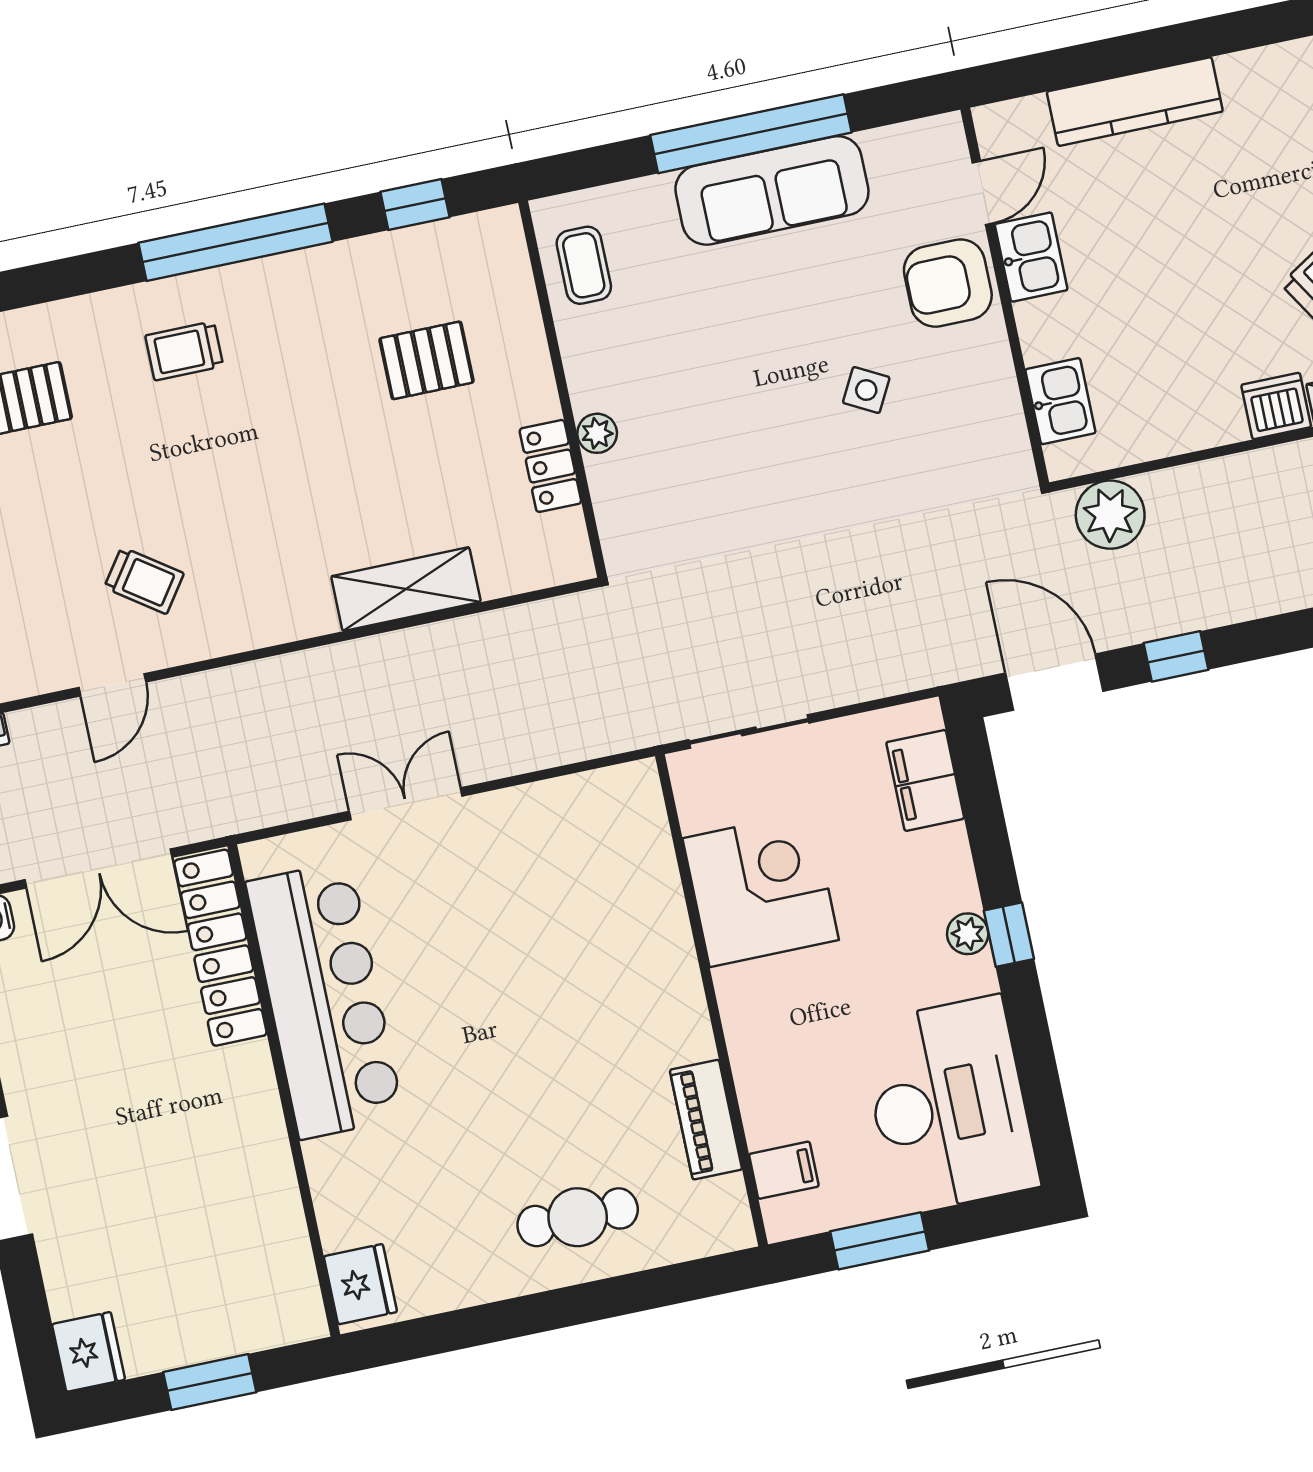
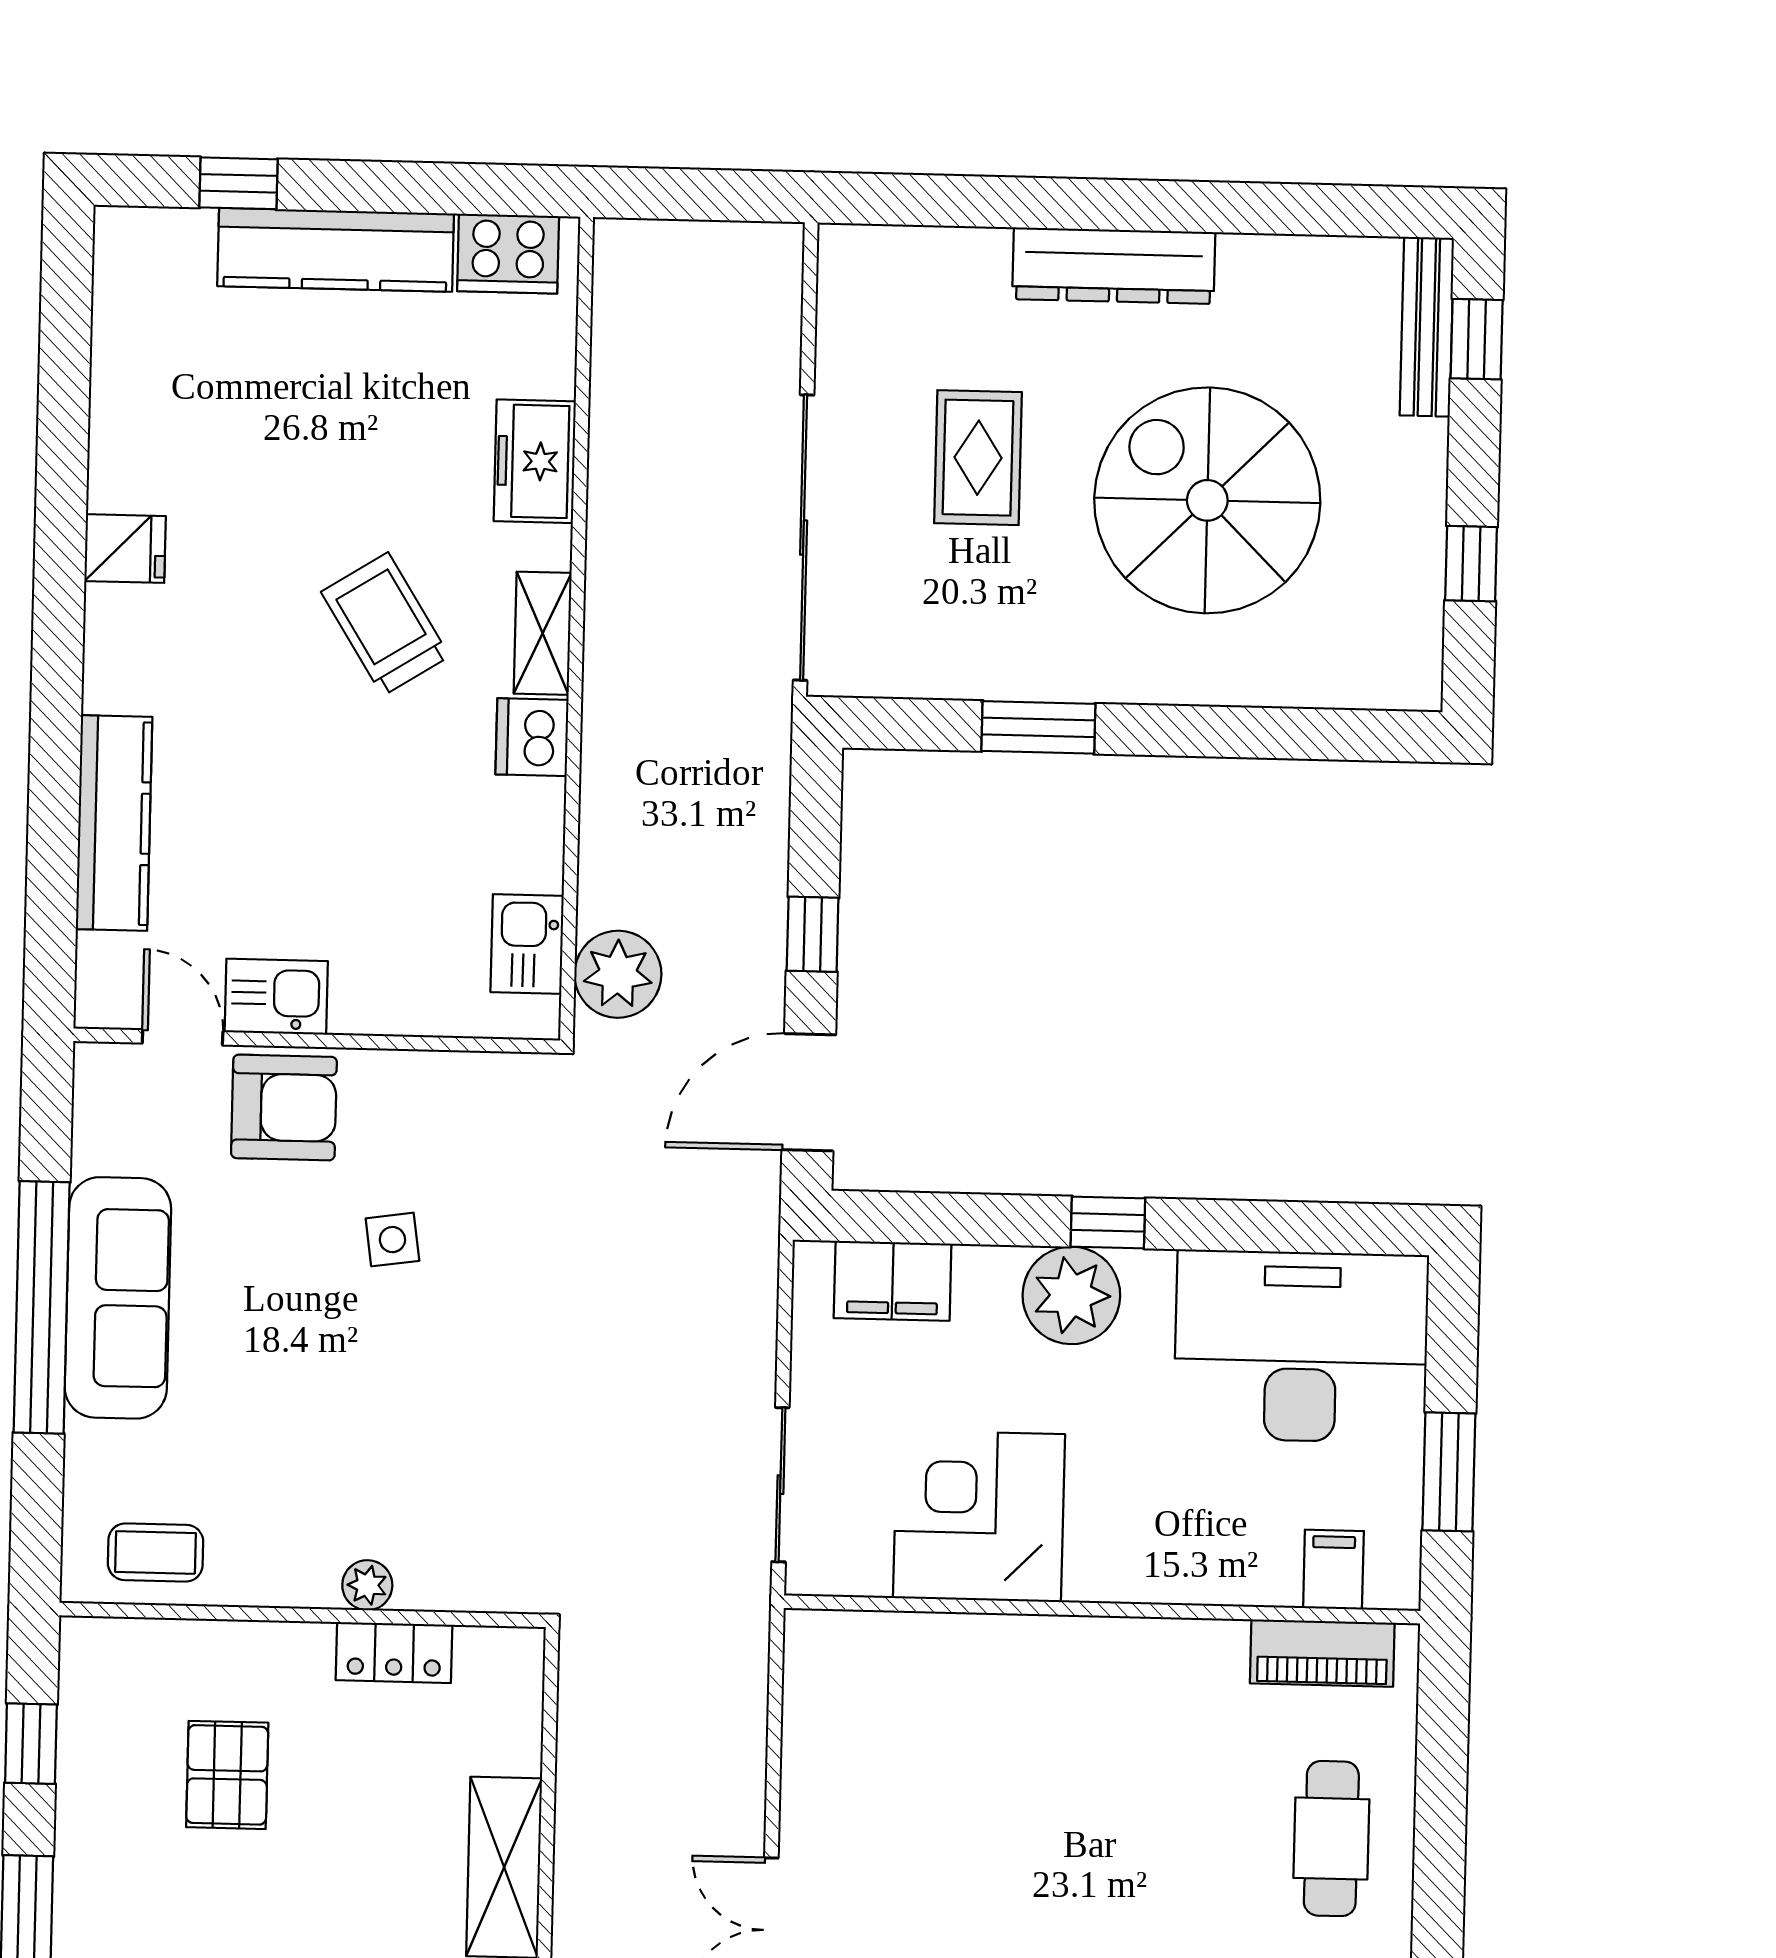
armchair: (948, 283) -> (284, 1107), turned -90
side table: (866, 390) -> (392, 1240), turned -36
kitchen sink: (1060, 401) -> (527, 944), moved, turned -90
plant: (968, 934) -> (1071, 1295), width x1.88, depth x1.88
piano: (706, 1120) -> (1322, 1653), moved

